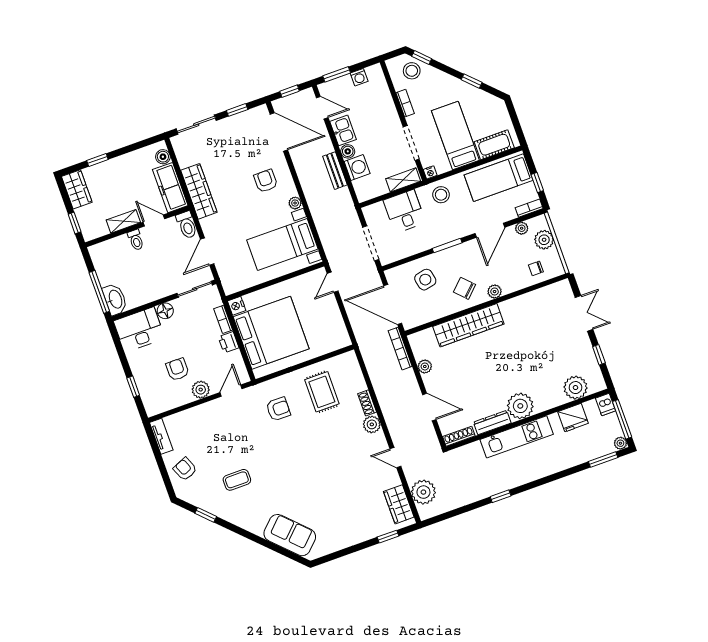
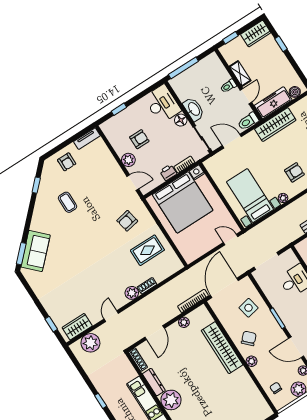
washbasin: (115, 299) -> (194, 109), moved, turned -90
armchair: (278, 409) -> (127, 221), turned 79
armchair: (185, 469) -> (67, 162), turned 113
window: (289, 554) -> (21, 254), added

